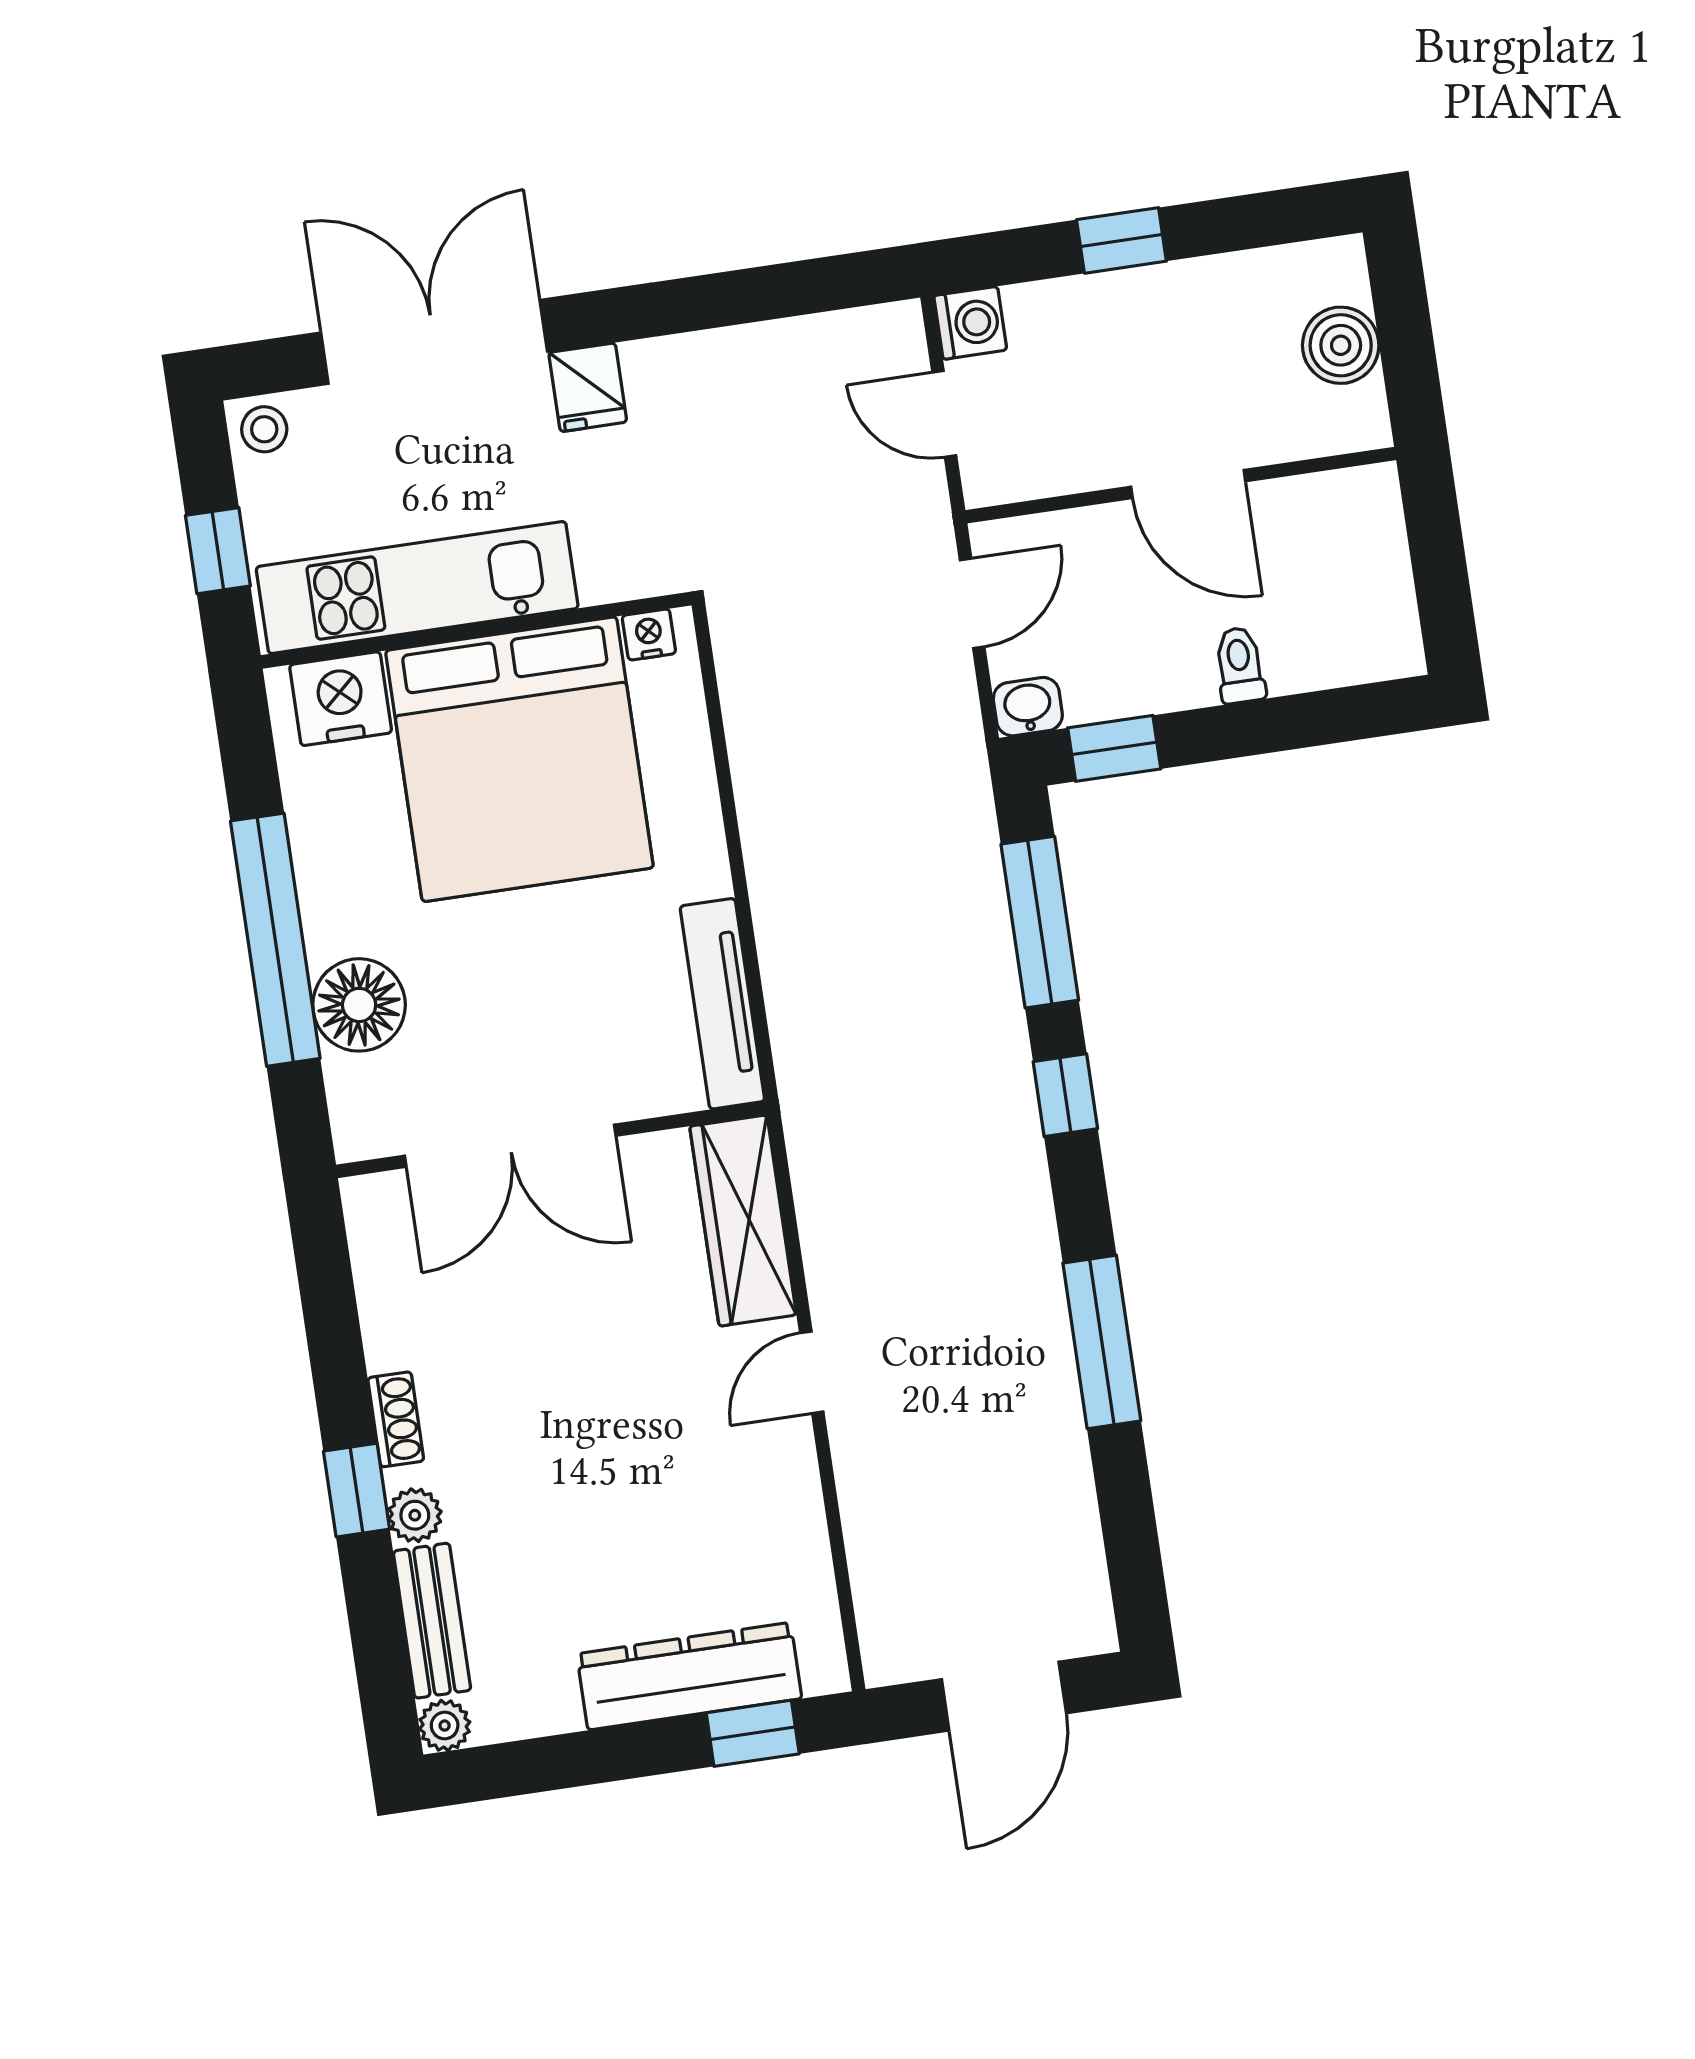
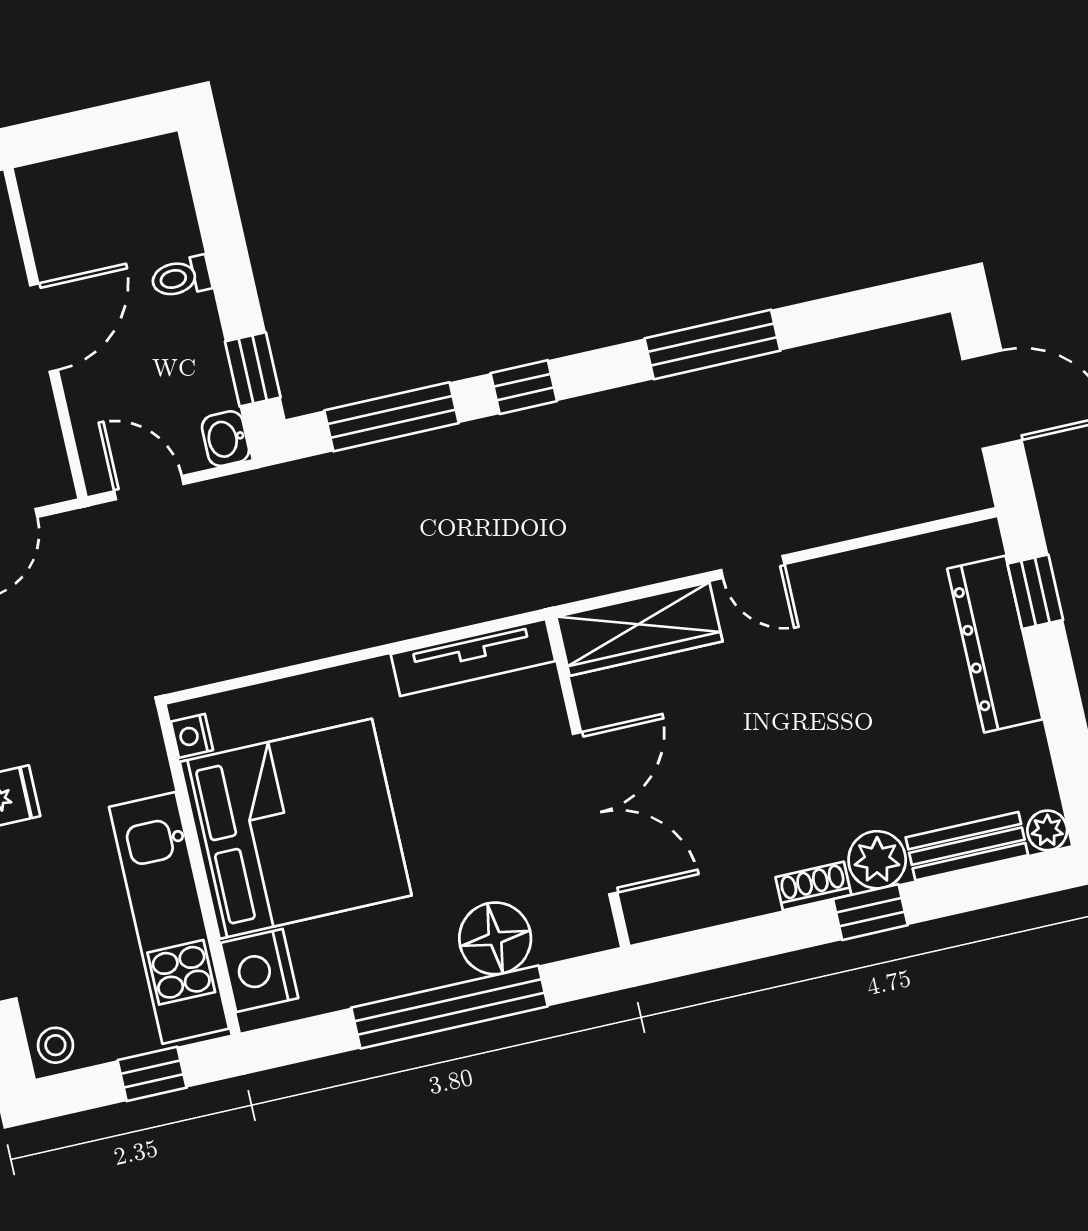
plant: (415, 1515) -> (877, 860), width x1.38, depth x1.38

